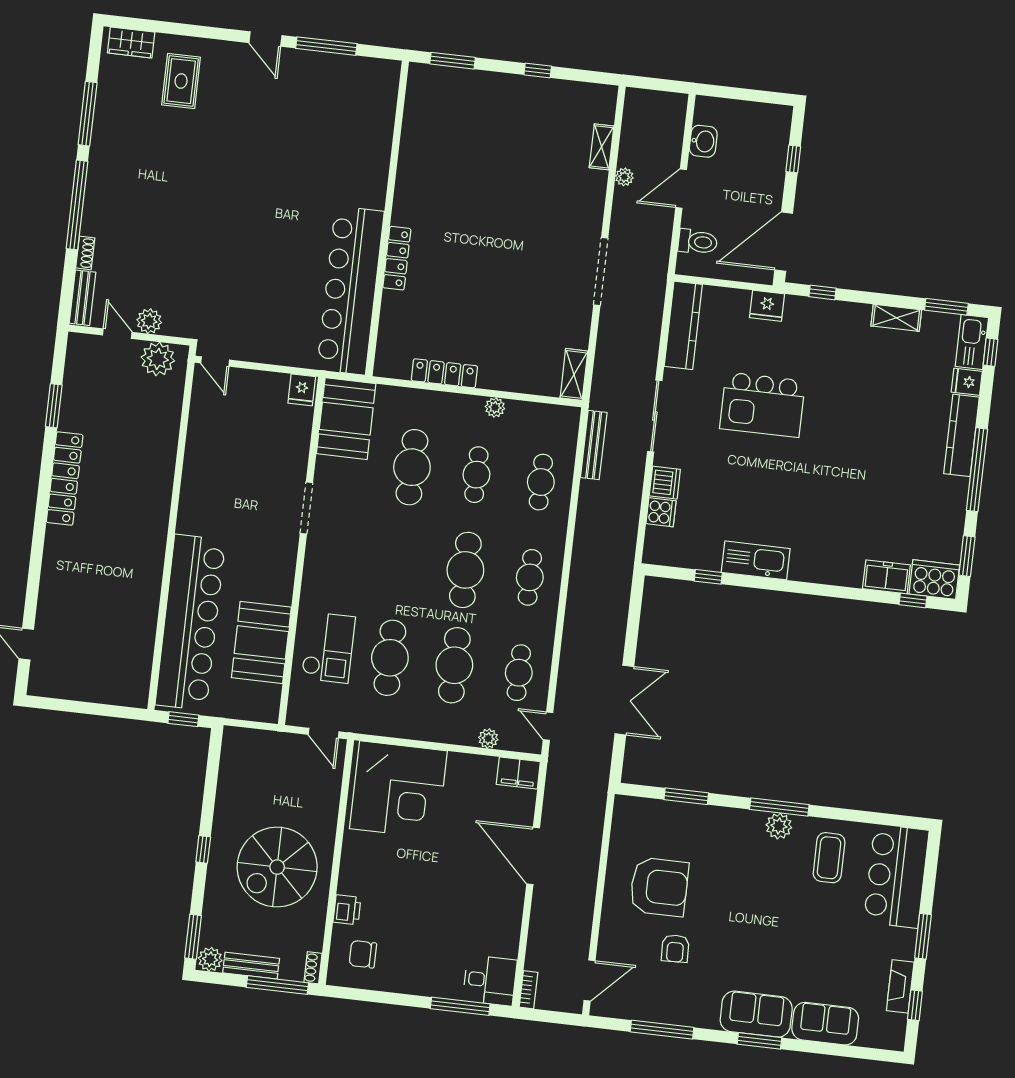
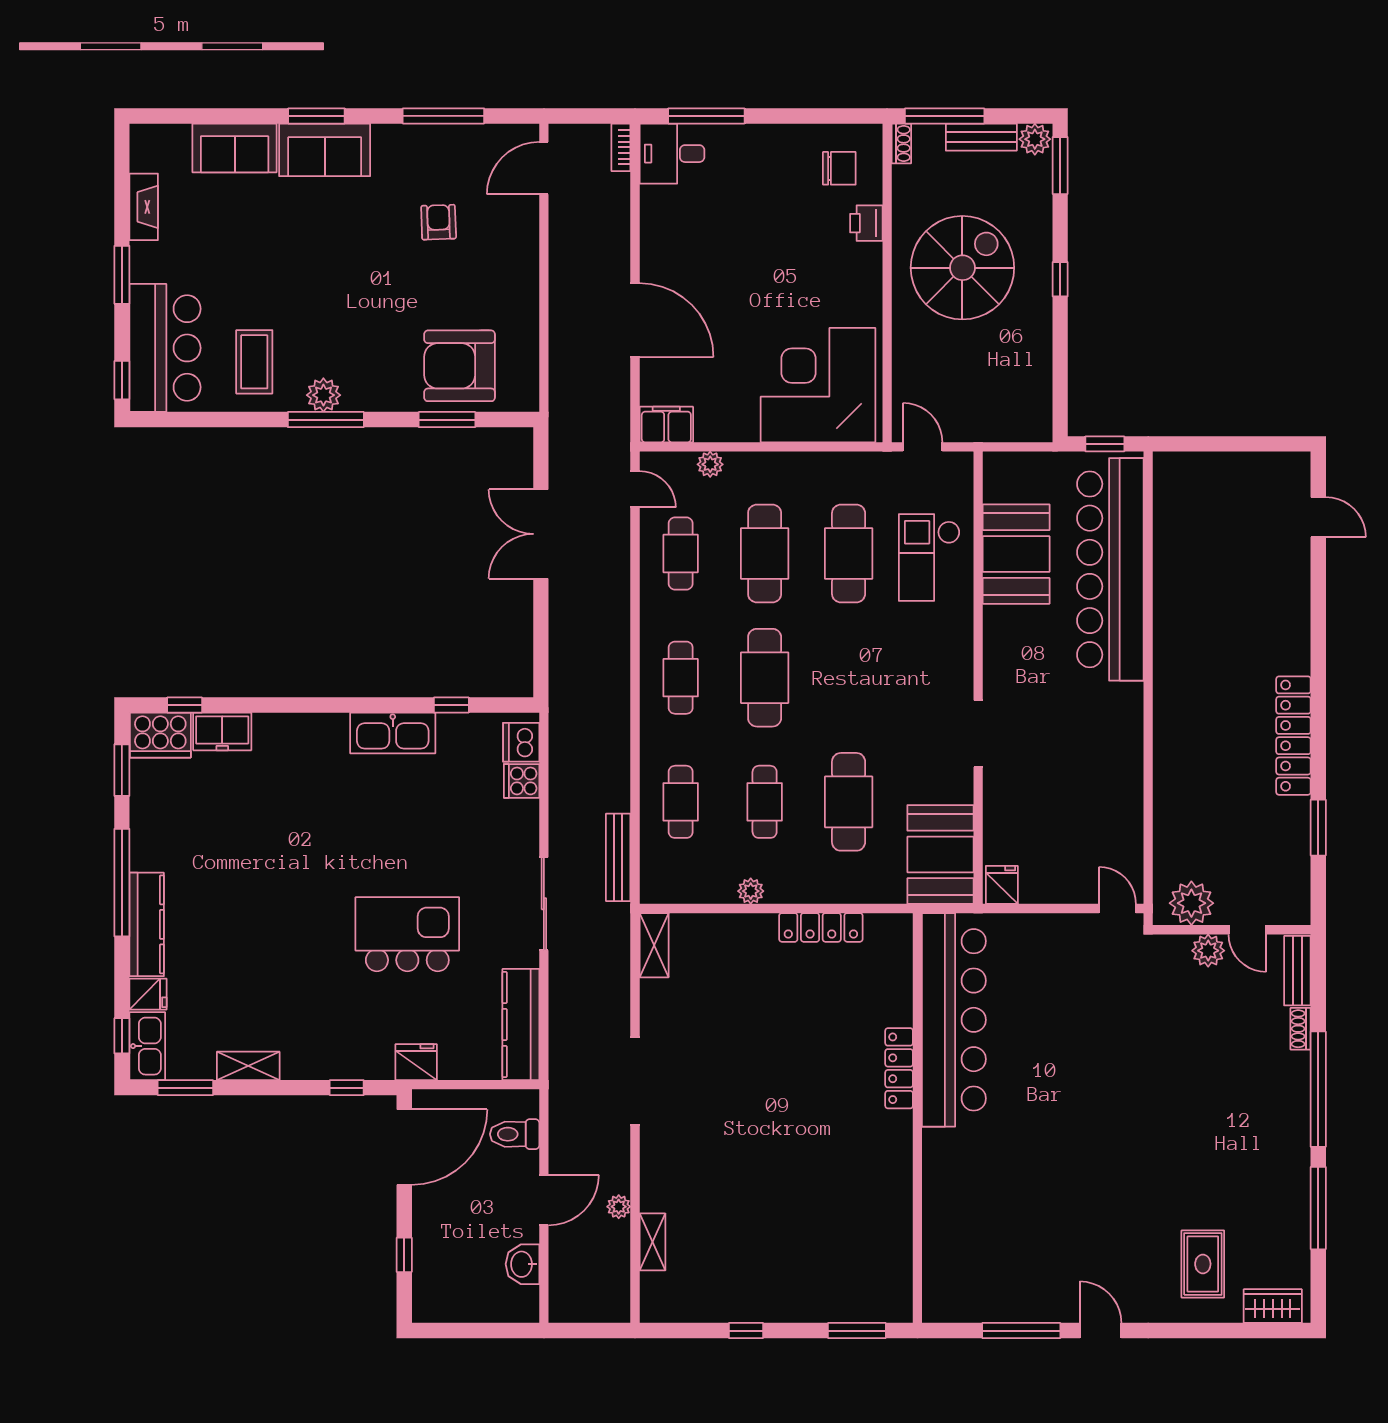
dishwasher: (665, 483) -> (521, 742), moved
armchair: (659, 887) -> (460, 366), moved
window: (915, 1005) -> (122, 380), moved

